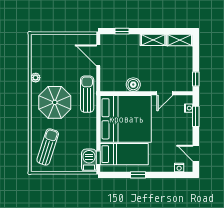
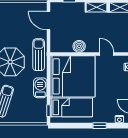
door: (165, 93) -> (107, 54), swing flipped
barbecue: (89, 160) -> (40, 88), moved
window: (138, 175) -> (100, 126), moved

